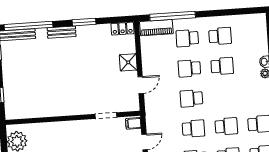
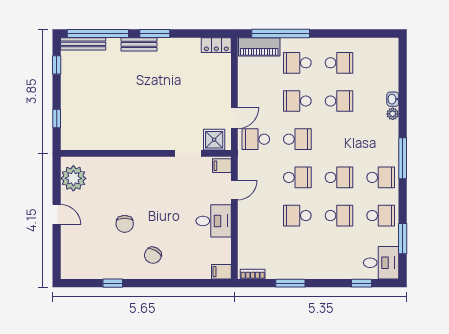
window: (84, 22) -> (155, 34), moved
shower: (128, 62) -> (214, 140), moved
school desk: (191, 98) -> (297, 139), turned 180
school desk: (159, 101) -> (256, 139), added

